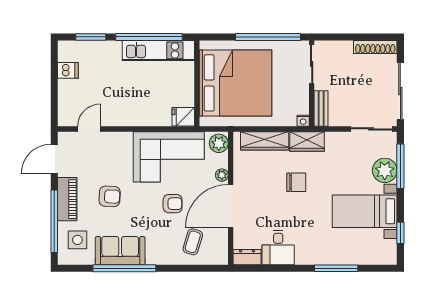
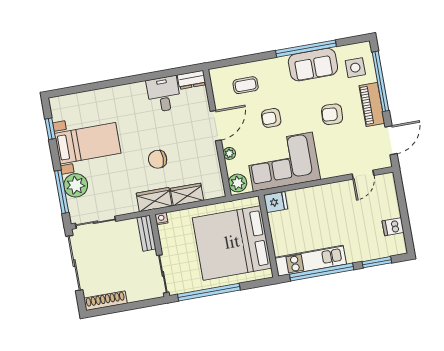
wardrobe: (265, 141) -> (187, 194), width x0.67
door: (231, 206) -> (216, 126), width x0.73
coffee table: (193, 242) -> (246, 85), turned 73
window: (336, 268) -> (105, 84), removed

